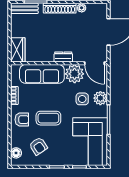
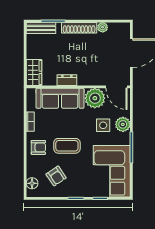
dresser: (63, 57) -> (67, 80), moved

